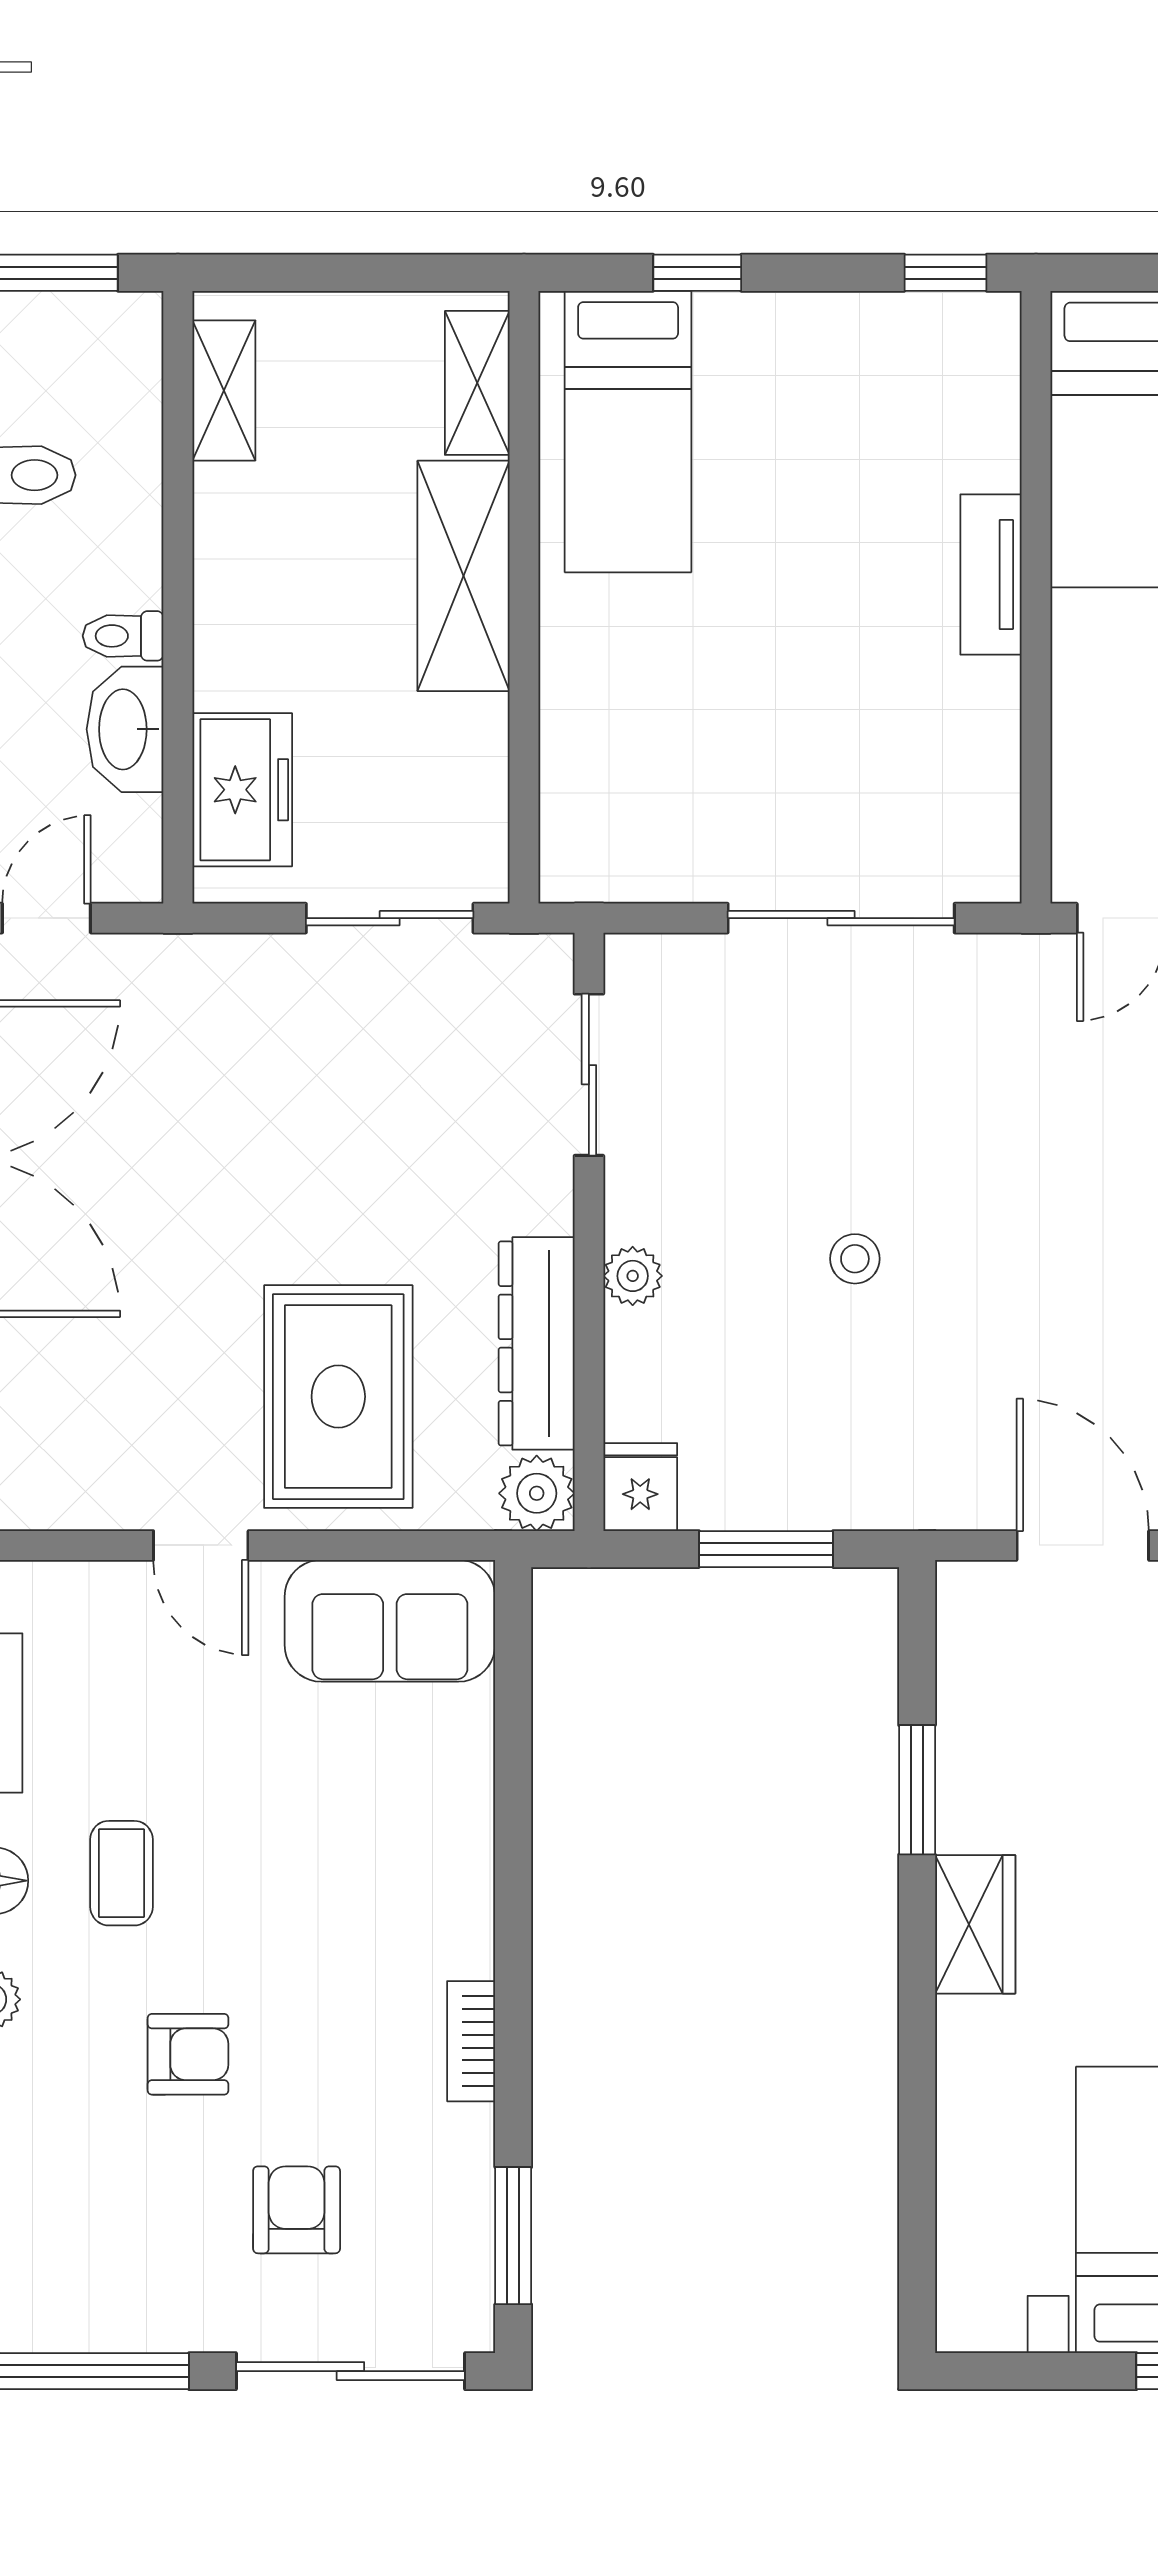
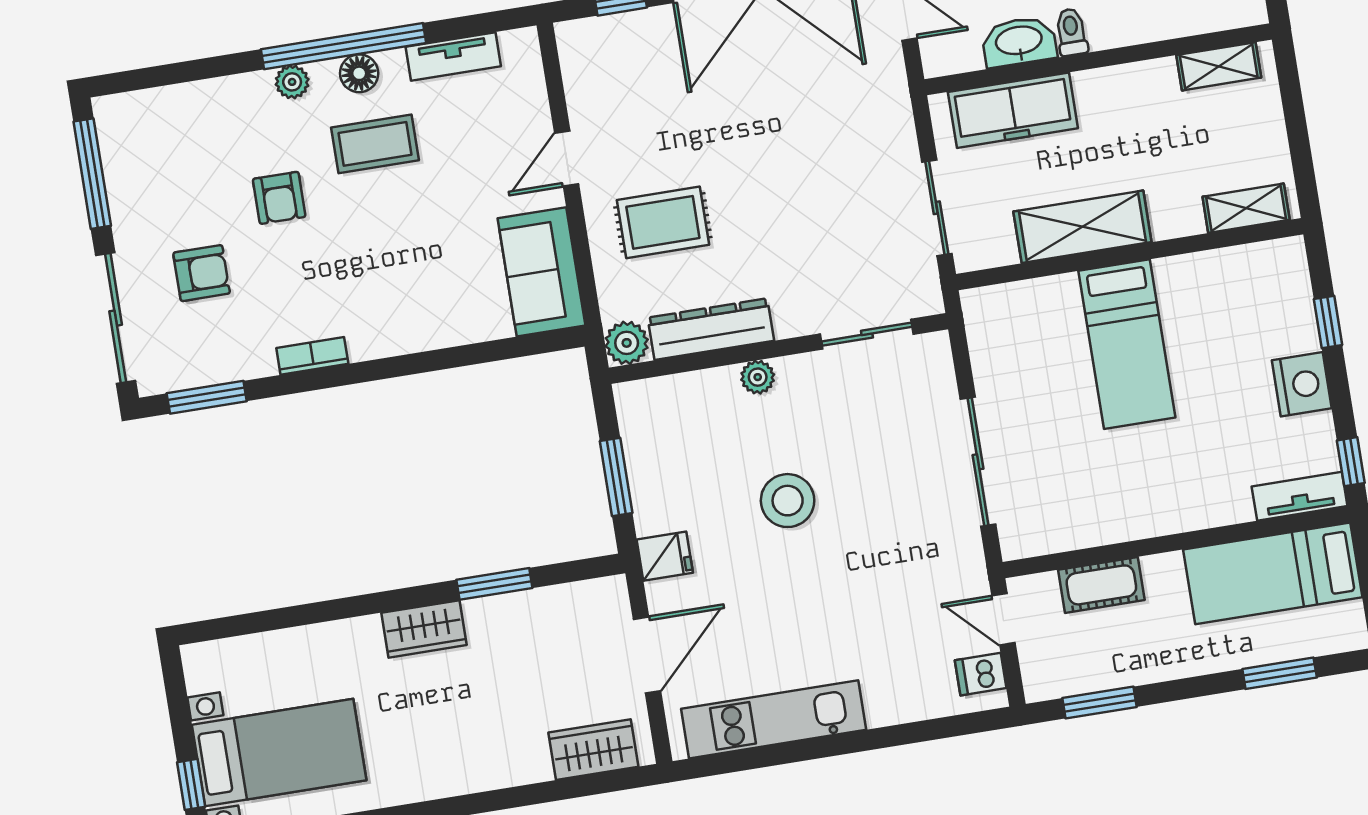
nightstand: (798, 336) -> (1302, 384), added
bed: (628, 432) -> (1127, 344), moved, turned -90
tv unit: (991, 575) -> (1300, 496), moved
shelving: (464, 576) -> (1082, 227), moved
cot: (1089, 739) -> (1101, 585), added
freezer: (242, 790) -> (1013, 110), width x1.40
stool: (855, 1259) -> (788, 501), width x1.89, depth x1.89
rug: (338, 1397) -> (663, 222), width x0.73, depth x0.70
fridge: (640, 1487) -> (665, 556), moved
coffee table: (122, 1873) -> (375, 144), width x1.36, depth x1.30

